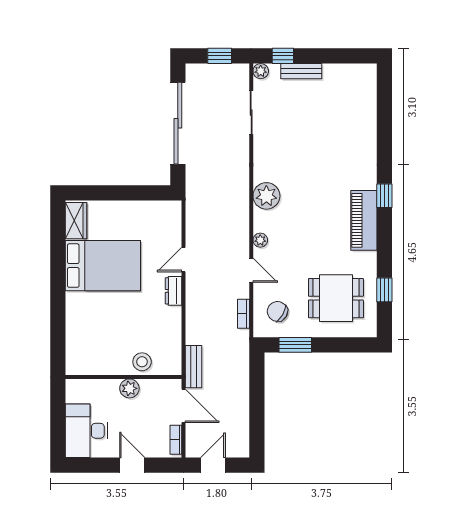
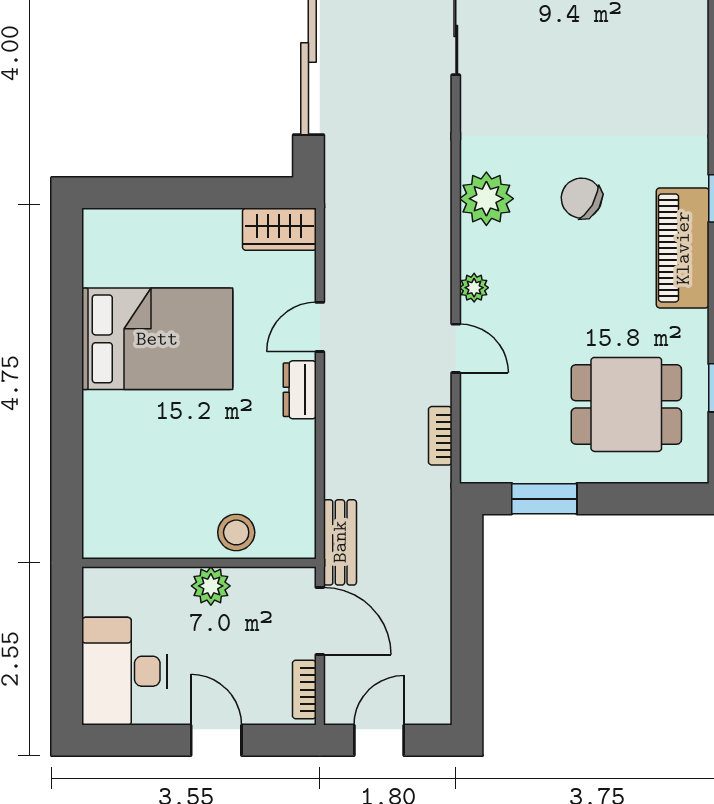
wardrobe: (76, 221) -> (279, 229), moved, turned 90
chair: (277, 311) -> (582, 198), moved

